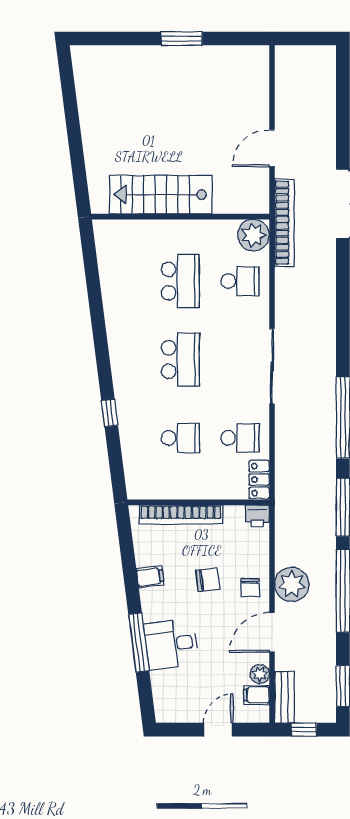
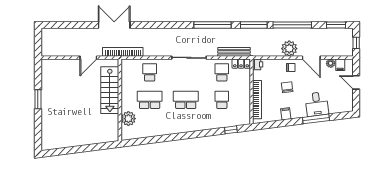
door: (272, 148) -> (88, 58), hinge flipped
stairs: (161, 195) -> (110, 90), moved
plant: (254, 235) -> (128, 119), moved
window: (110, 413) -> (231, 130), moved
bench: (284, 697) -> (234, 52), moved, width x1.36

